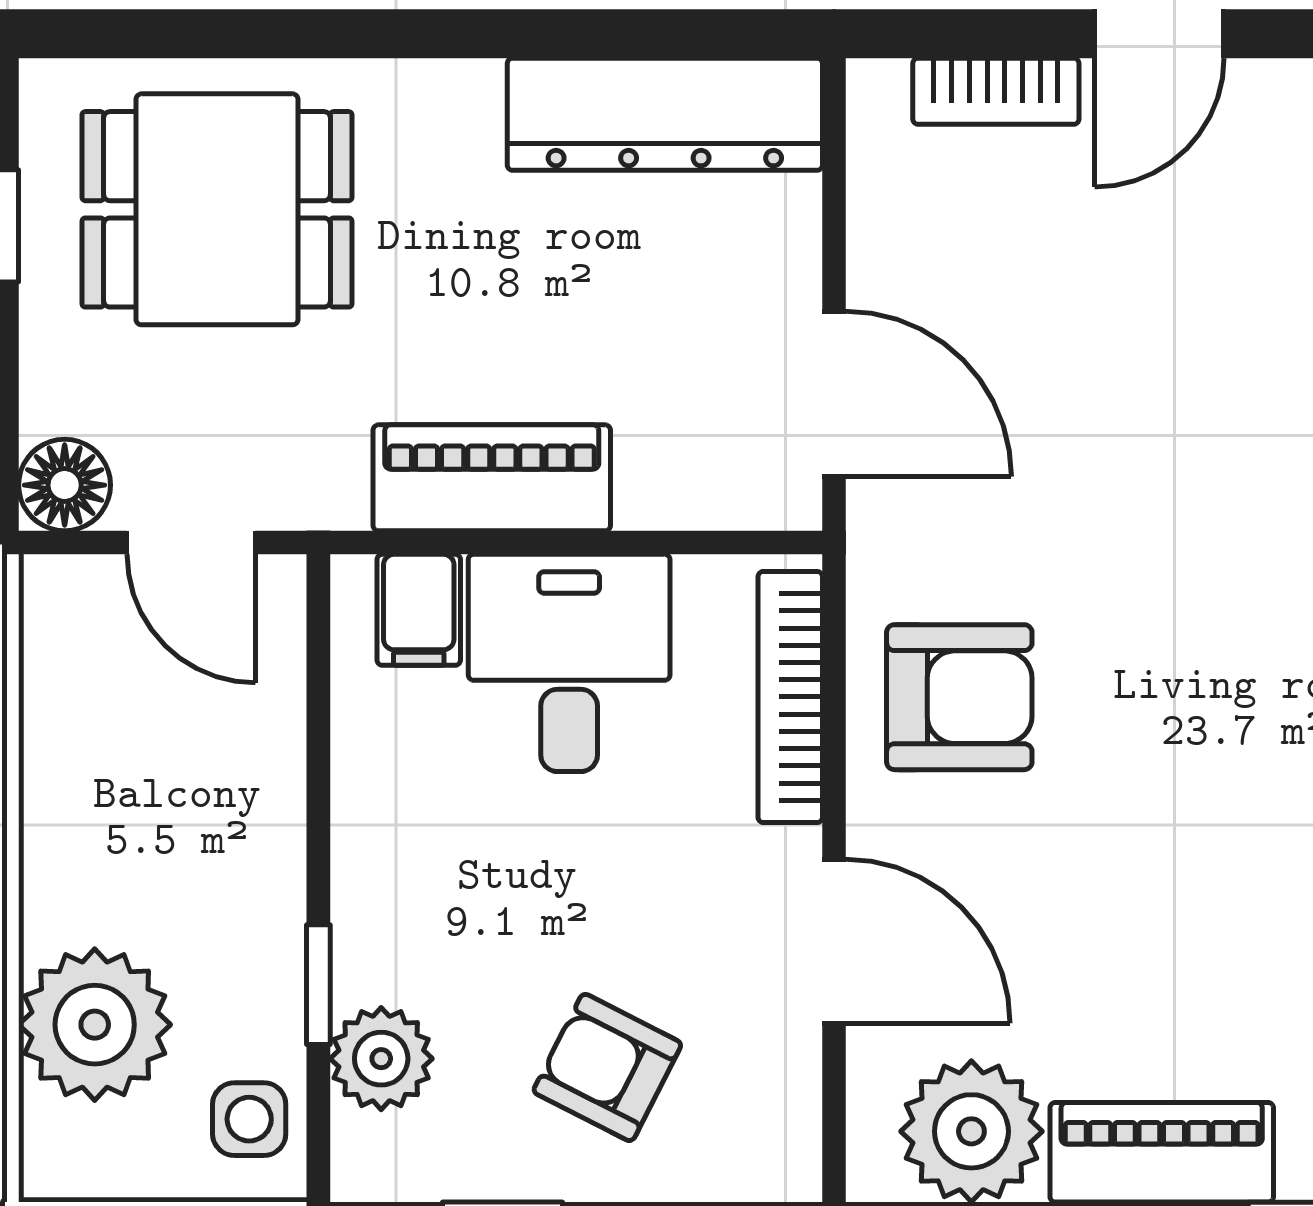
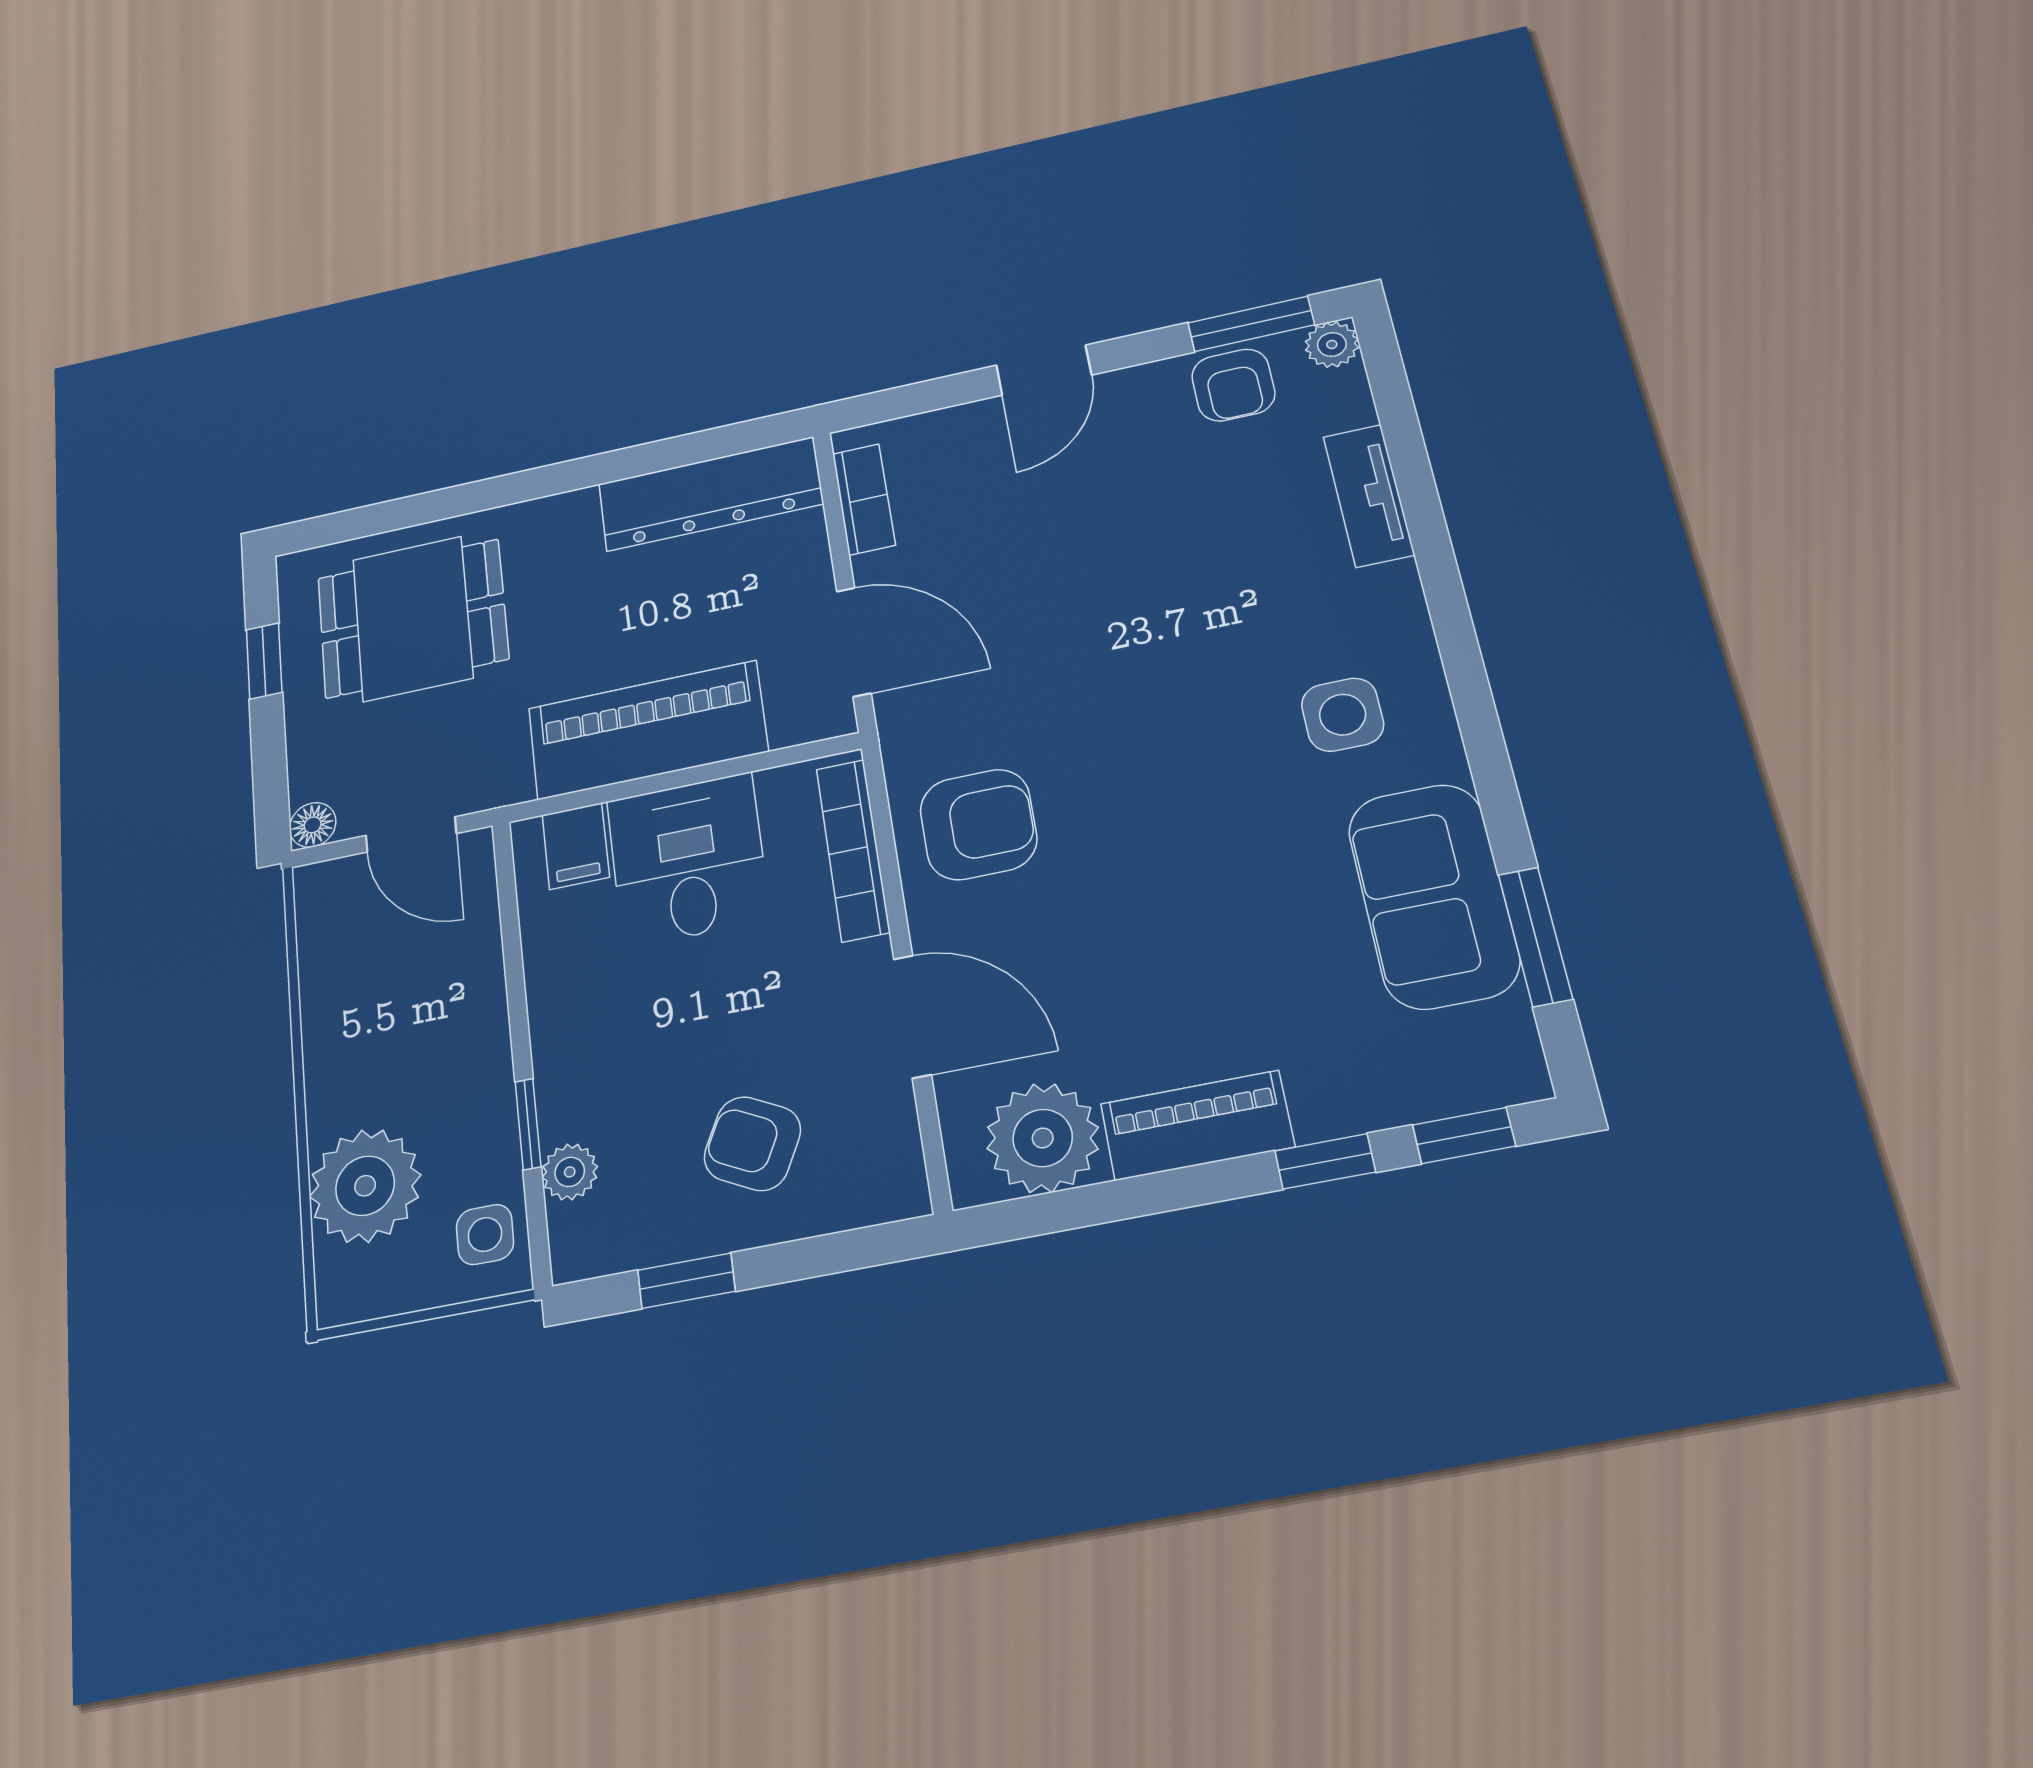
bookcase: (996, 91) -> (864, 499), moved, turned -90
piano: (492, 478) -> (647, 730), width x1.37, depth x1.33
floor lamp: (65, 485) -> (313, 825), width x0.73, depth x0.73
plant: (381, 1059) -> (570, 1172), width x0.73, depth x0.73

